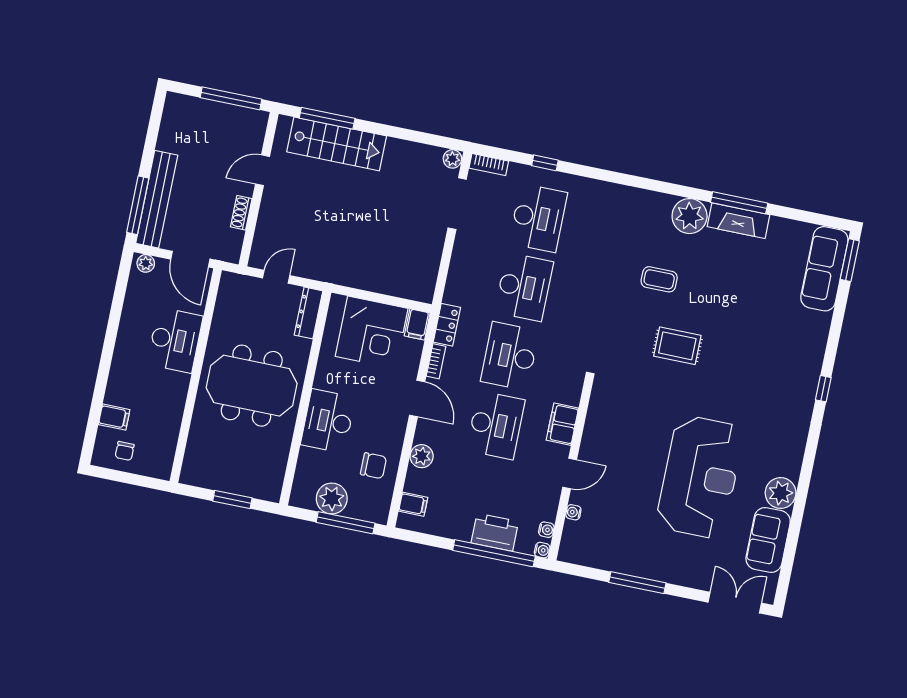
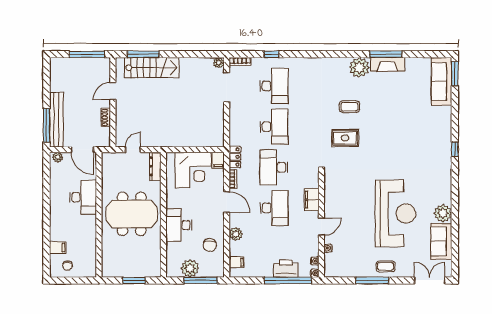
rug: (677, 346) -> (345, 138), moved
chair: (373, 466) -> (210, 245), turned 90
coffee table: (665, 563) -> (386, 266), added

